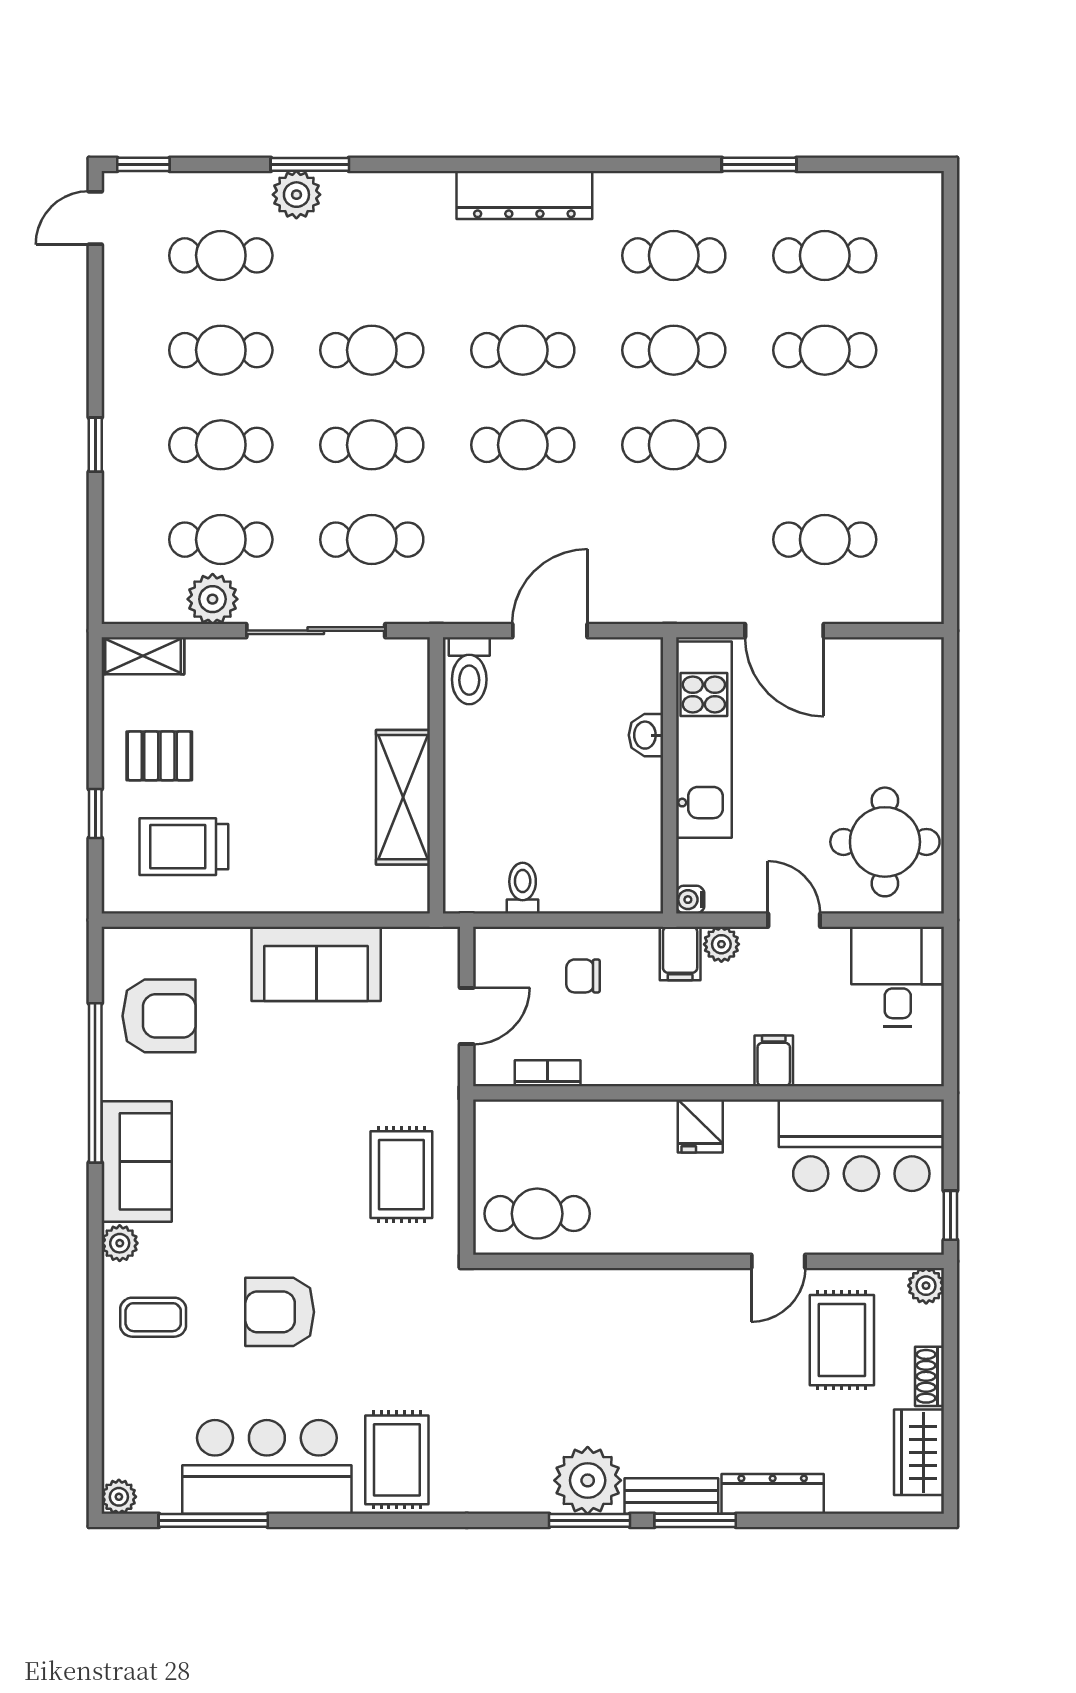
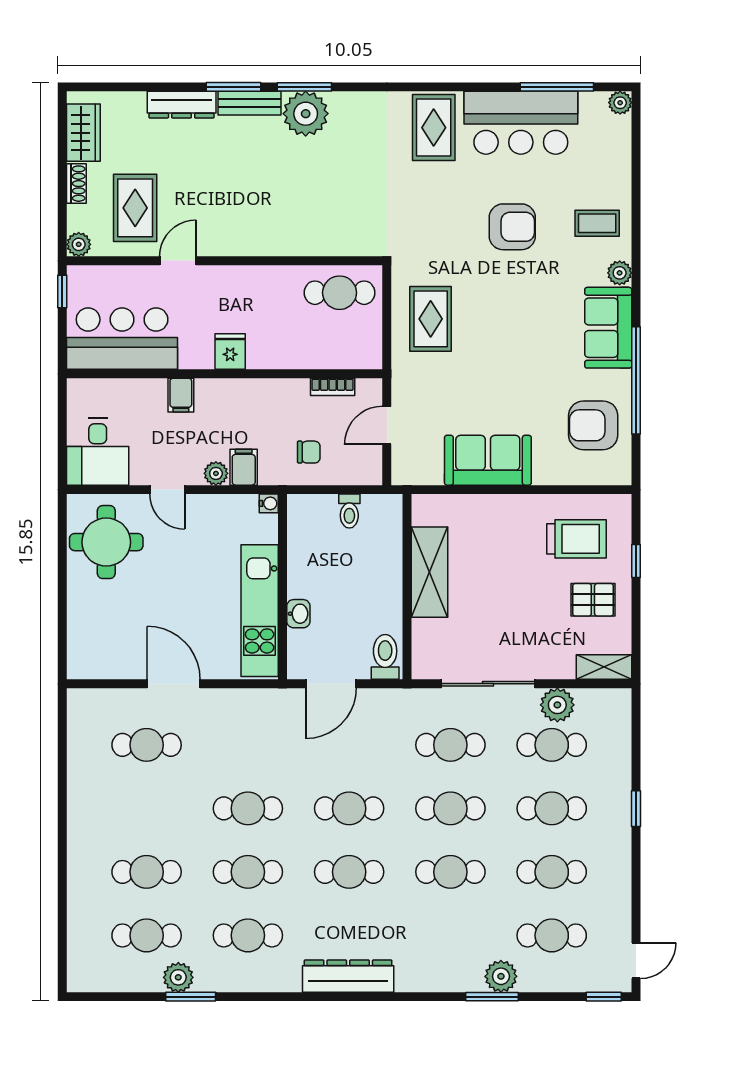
plant: (778, 193) -> (178, 977), added
washbasin: (646, 735) -> (298, 614), moved
kitchen unit: (704, 740) -> (260, 611), moved
wall: (670, 775) -> (283, 587), moved
water cooler: (690, 900) -> (269, 503), moved

